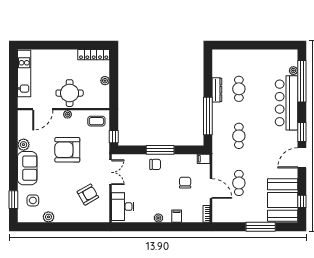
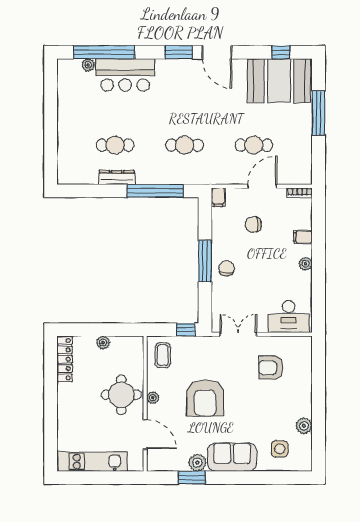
bar counter: (287, 103) -> (125, 75), width x0.73
armchair: (88, 195) -> (271, 368), turned -59
window: (13, 200) -> (192, 478), moved

